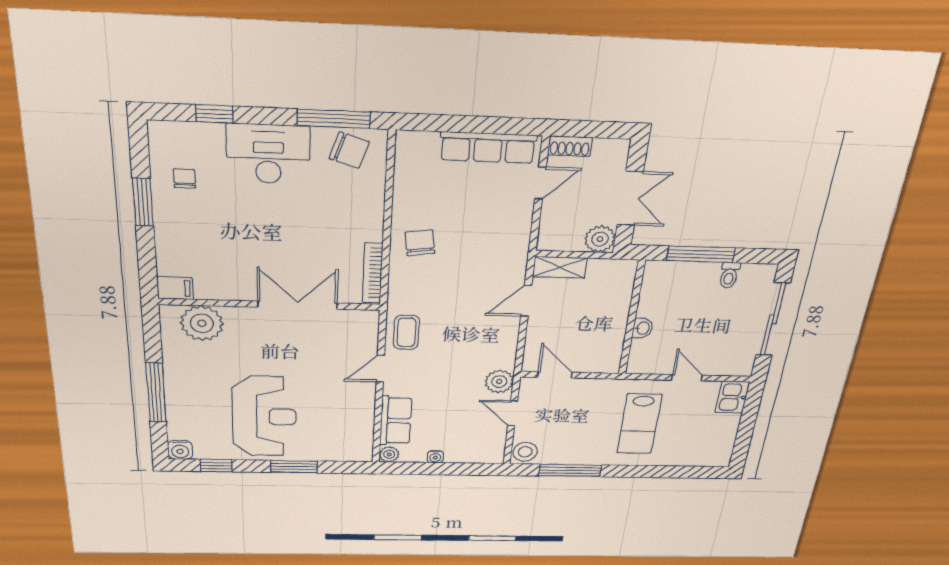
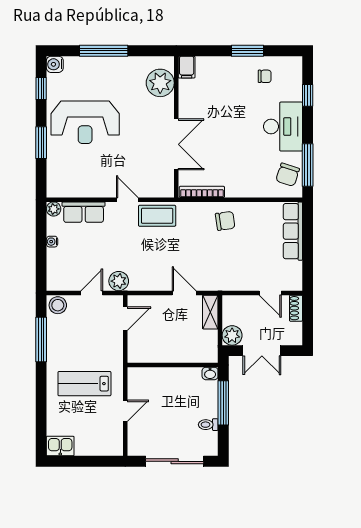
row of seats: (488, 148) -> (293, 231), moved
washbasin: (643, 328) -> (210, 373), moved
coffee table: (406, 332) -> (157, 216), width x1.36, depth x1.30
kitchen sink: (732, 397) -> (60, 446), moved

